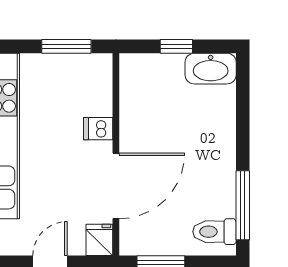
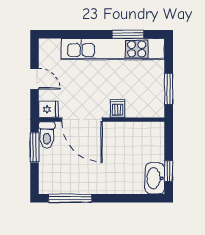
window: (176, 46) -> (169, 171), moved
toilet: (214, 232) -> (47, 135), moved, turned 180

